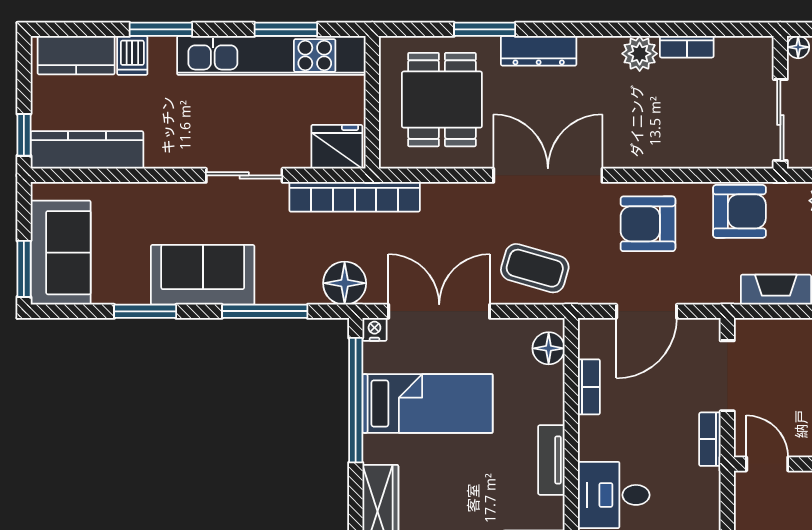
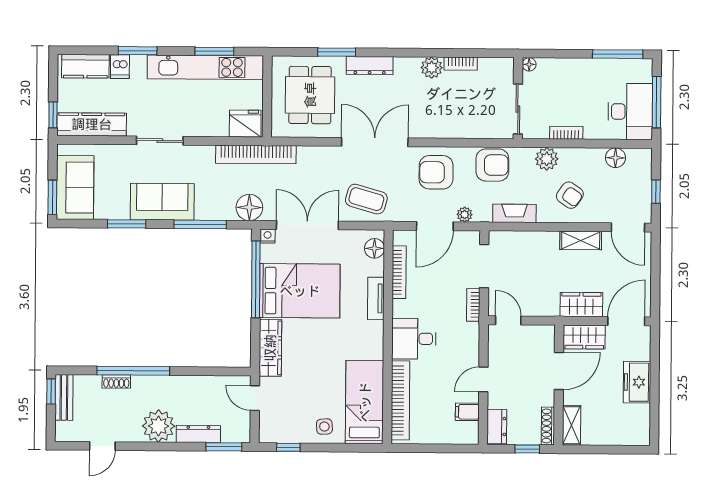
sliding door: (244, 175) -> (160, 141), moved
plant: (695, 292) -> (465, 215), added
bookcase: (589, 387) -> (399, 272), width x1.56
bed: (427, 404) -> (300, 291), width x1.50
tv unit: (551, 460) -> (376, 298), moved

